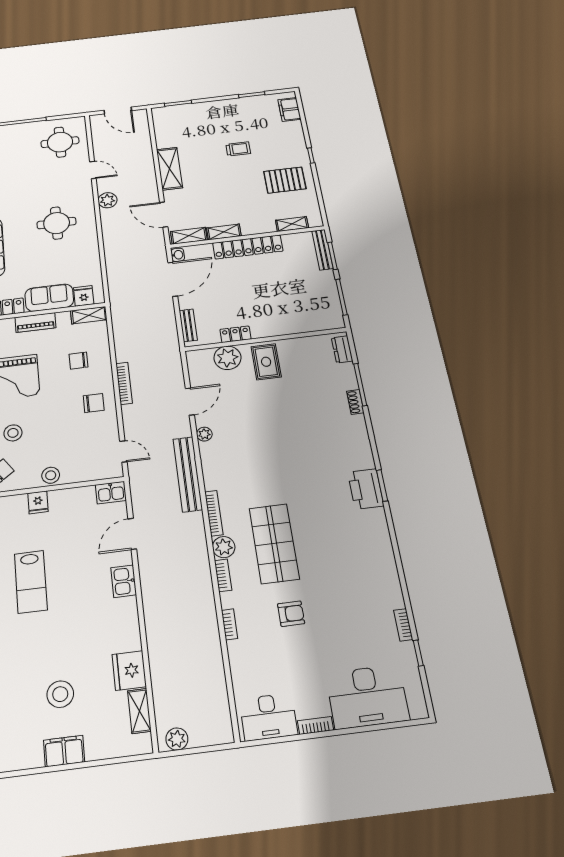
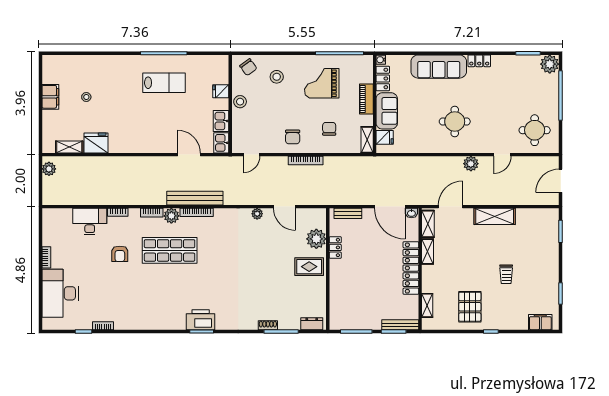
bench: (188, 474) -> (195, 198), moved
kitchen sink: (124, 581) -> (221, 121), moved, turned -90
lab bench: (31, 582) -> (164, 83), turned 180
stool: (60, 694) -> (86, 97), width x0.53, depth x0.53
desk: (268, 717) -> (90, 222), moved, turned 90

